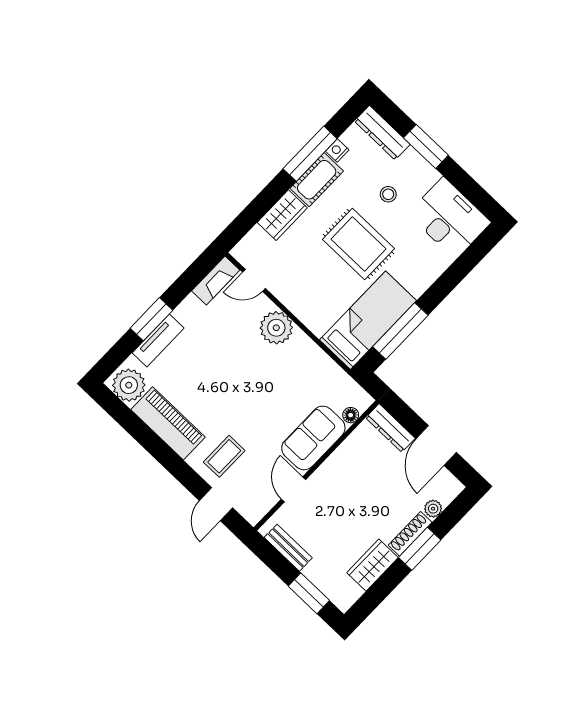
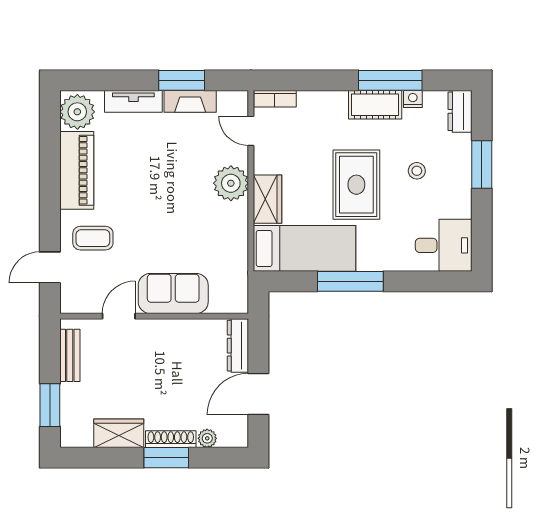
dresser: (382, 133) -> (460, 111), width x0.70
wardrobe: (282, 215) -> (267, 199), moved, turned -90
desk: (449, 218) -> (444, 245), width x0.73
bookcase: (248, 243) -> (275, 99), added
fireplace: (216, 280) -> (190, 101), moved
window: (151, 319) -> (182, 80), moved
window: (400, 331) -> (350, 281), moved
floor lamp: (351, 415) -> (218, 305), removed

